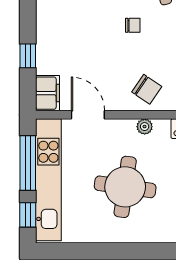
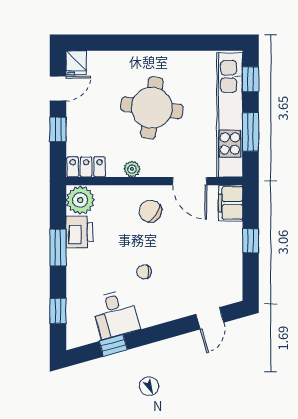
chair: (147, 89) -> (150, 211), moved
window: (28, 163) -> (251, 132), width x0.69

